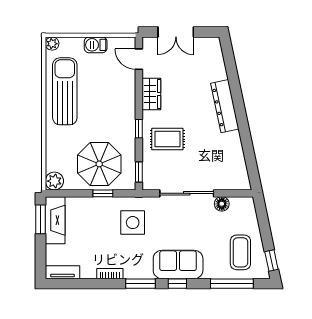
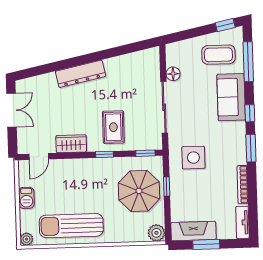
double door: (176, 32) -> (11, 110), moved
window: (40, 219) -> (206, 244), moved
sofa: (178, 264) -> (231, 97), moved
bookcase: (110, 274) -> (243, 185), width x1.56

